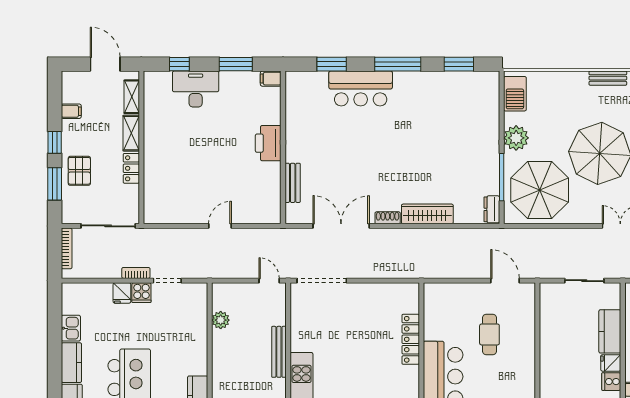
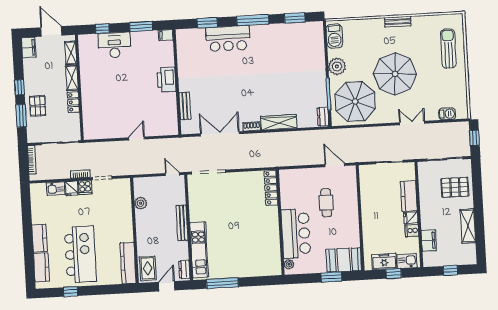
filing cabinet: (71, 111) -> (29, 48), moved, width x2.00
kitchen sink: (71, 328) -> (56, 189), moved, turned 90
locker: (411, 339) -> (271, 188), moved

